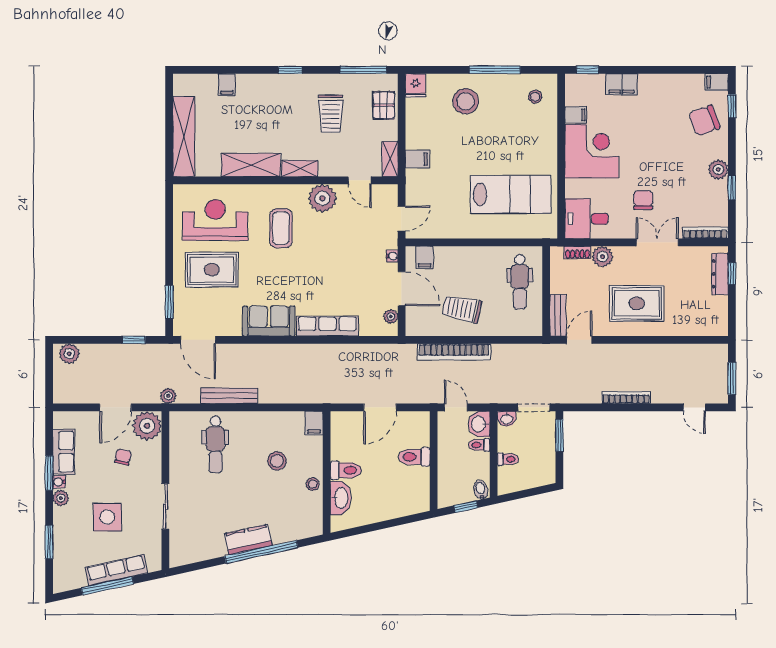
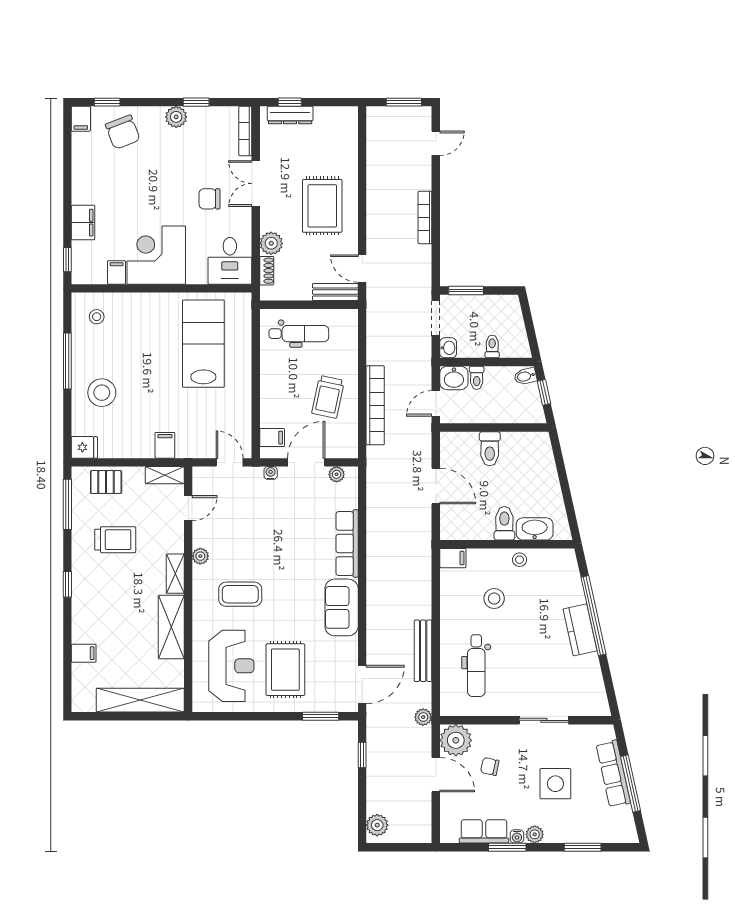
plant: (322, 198) -> (200, 556), width x0.53, depth x0.53
reception desk: (215, 220) -> (231, 666), turned 180
dental chair: (215, 444) -> (476, 666), turned 90

